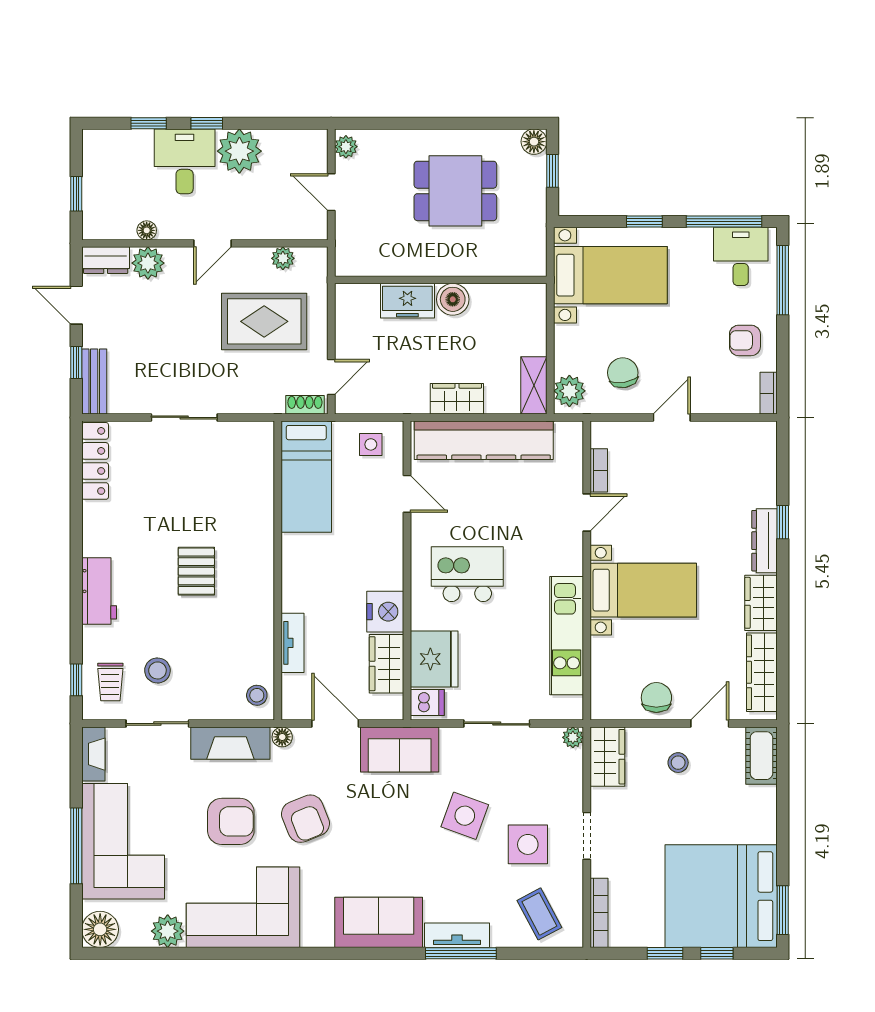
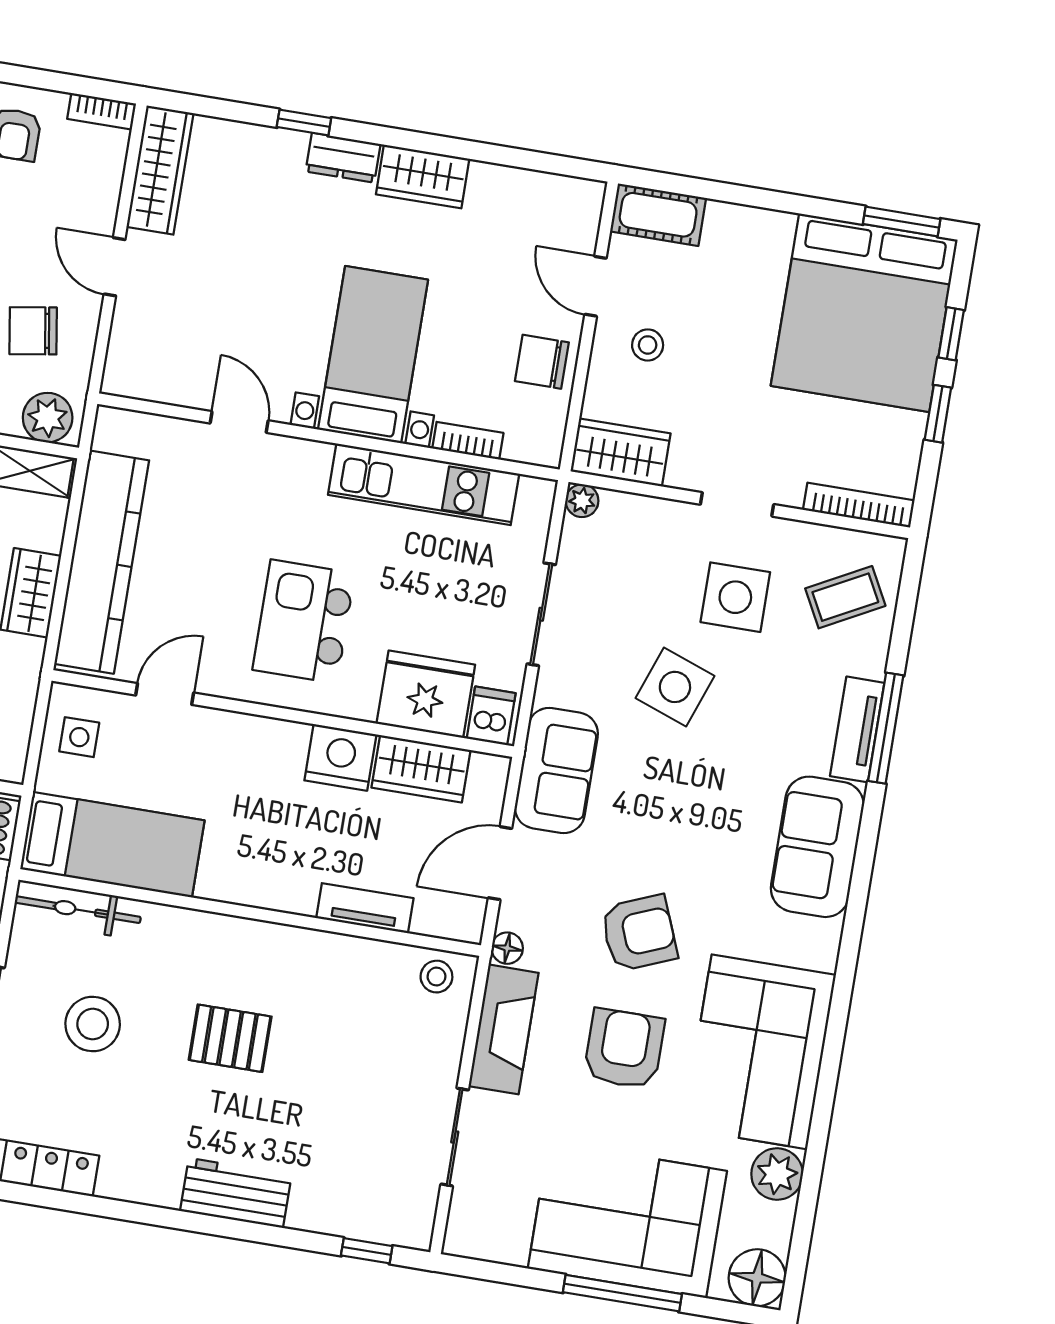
bicycle: (262, 462) -> (78, 910), added
bookcase: (599, 470) -> (468, 441), moved
dresser: (765, 541) -> (343, 158), width x0.70
stool: (157, 670) -> (93, 1024), moved, width x1.38, depth x1.38
wardrobe: (762, 672) -> (160, 170), moved, turned -90
trolley: (110, 682) -> (379, 1199), removed
fireplace: (93, 754) -> (485, 1243), removed

